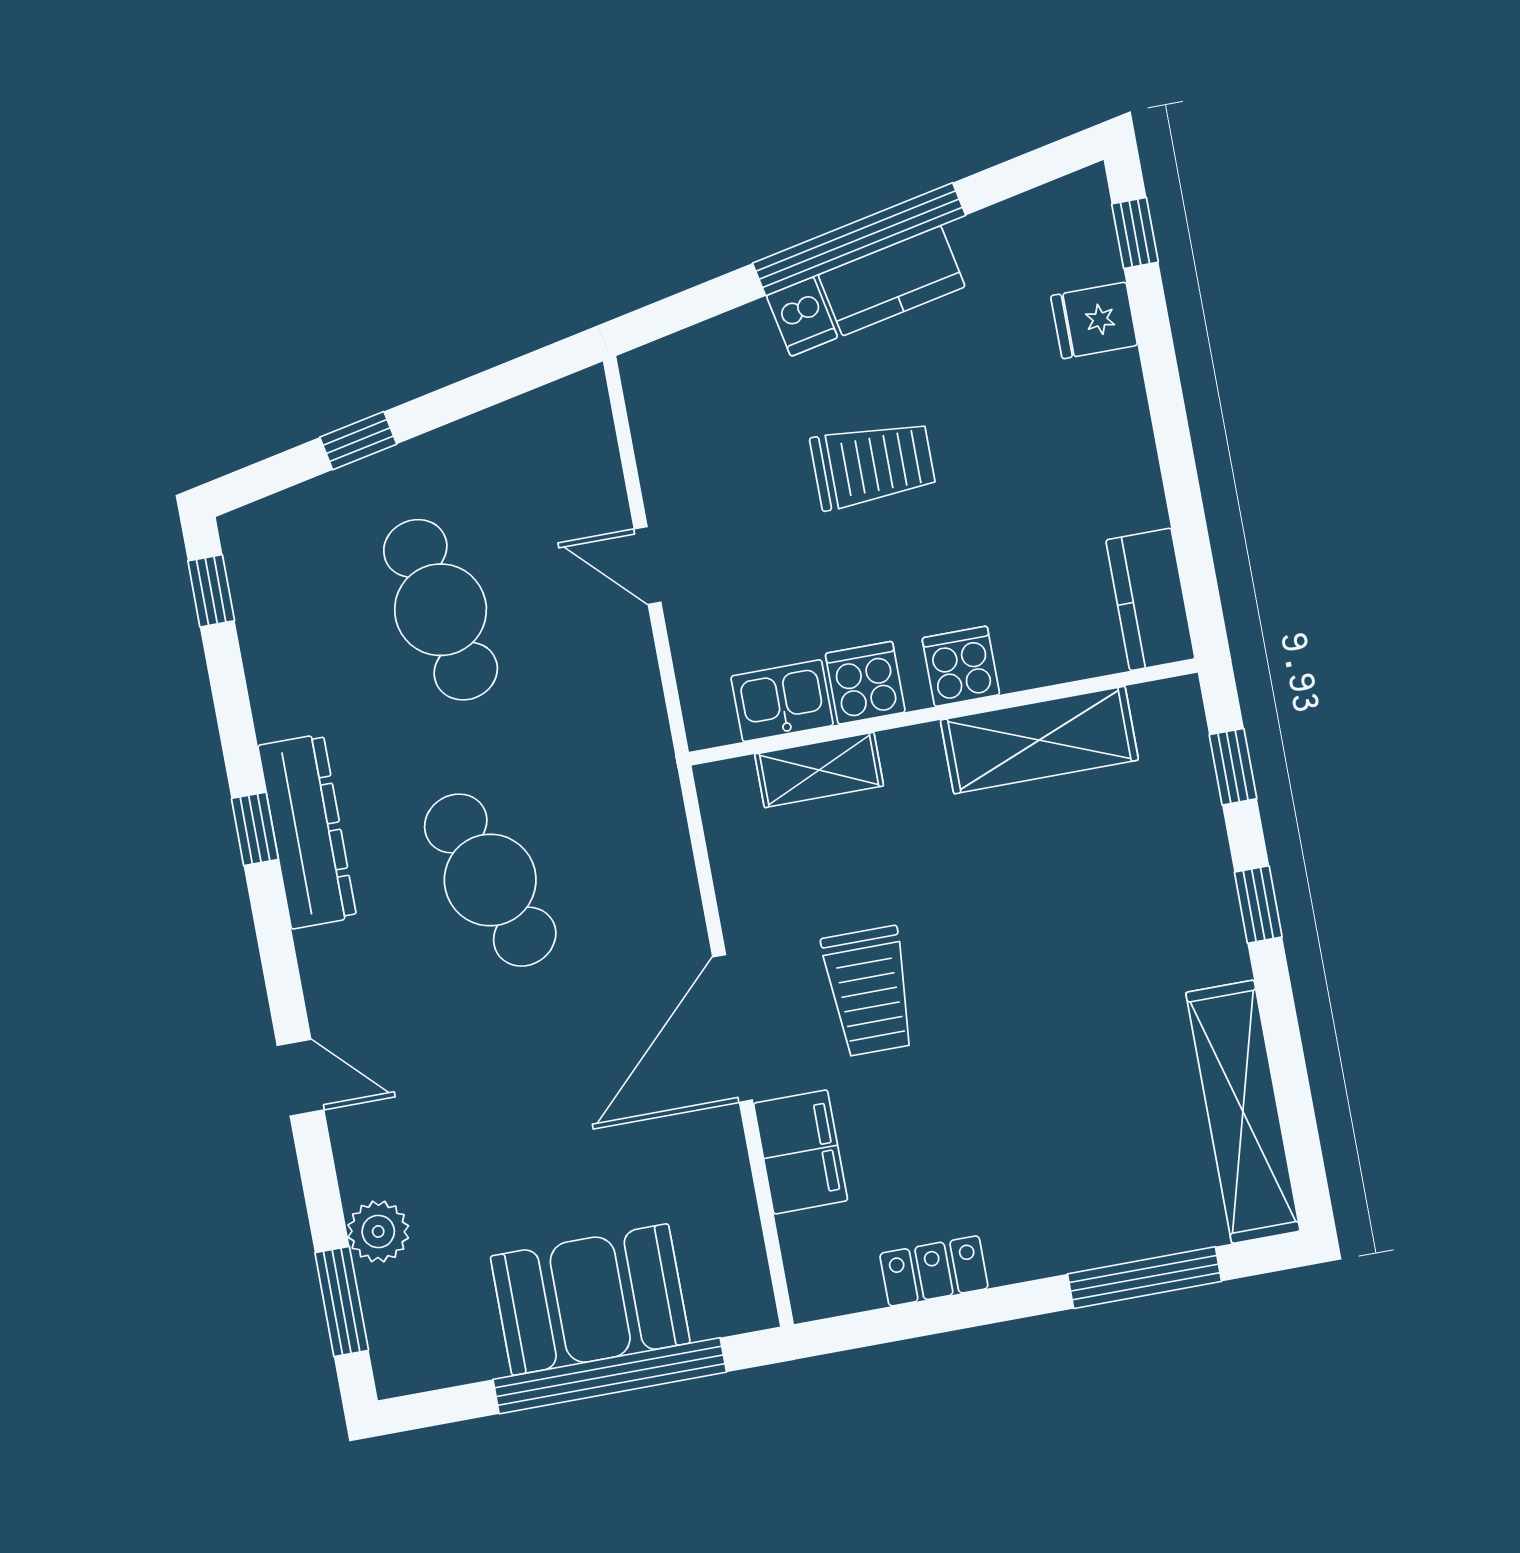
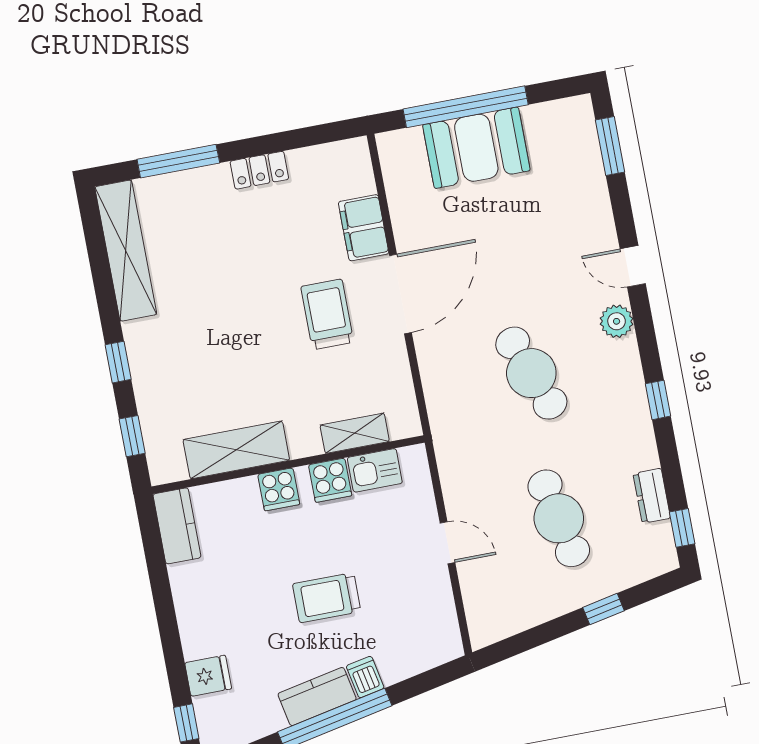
dresser: (307, 831) -> (652, 496), moved, width x0.51, depth x0.80
plant: (378, 1231) -> (617, 321), moved
locker: (934, 1271) -> (259, 170), moved

